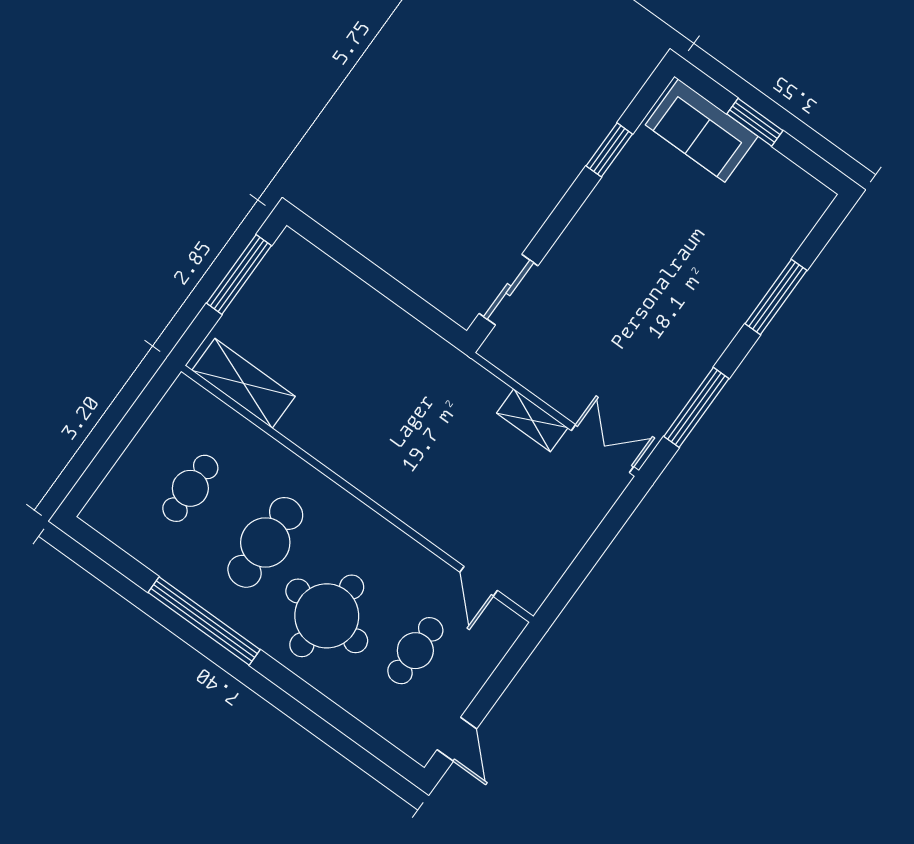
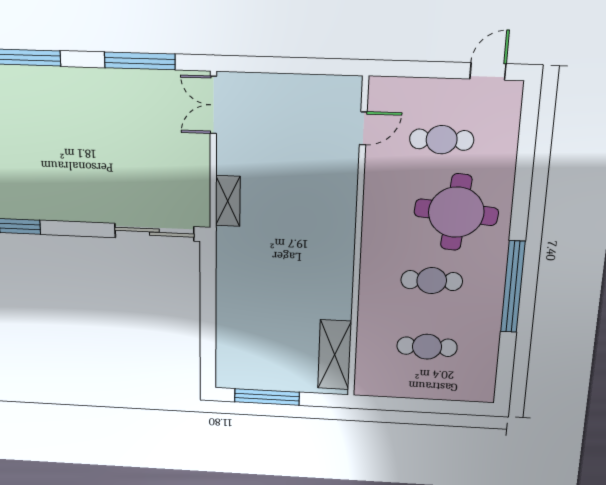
sliding door: (509, 290) -> (154, 232), width x1.37
shelving: (532, 420) -> (228, 201), moved
cafe table: (265, 542) -> (432, 281), width x0.73, depth x0.74

